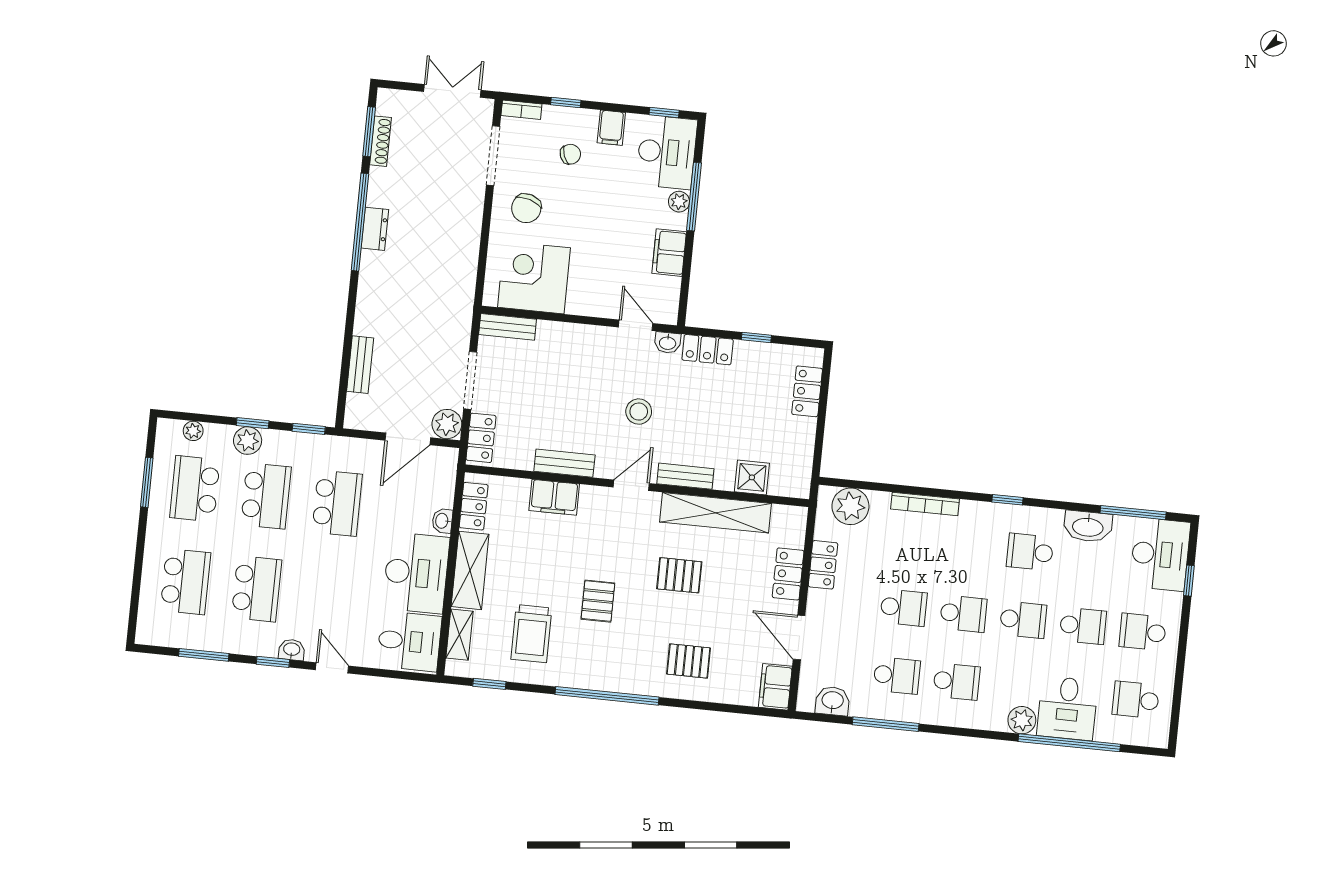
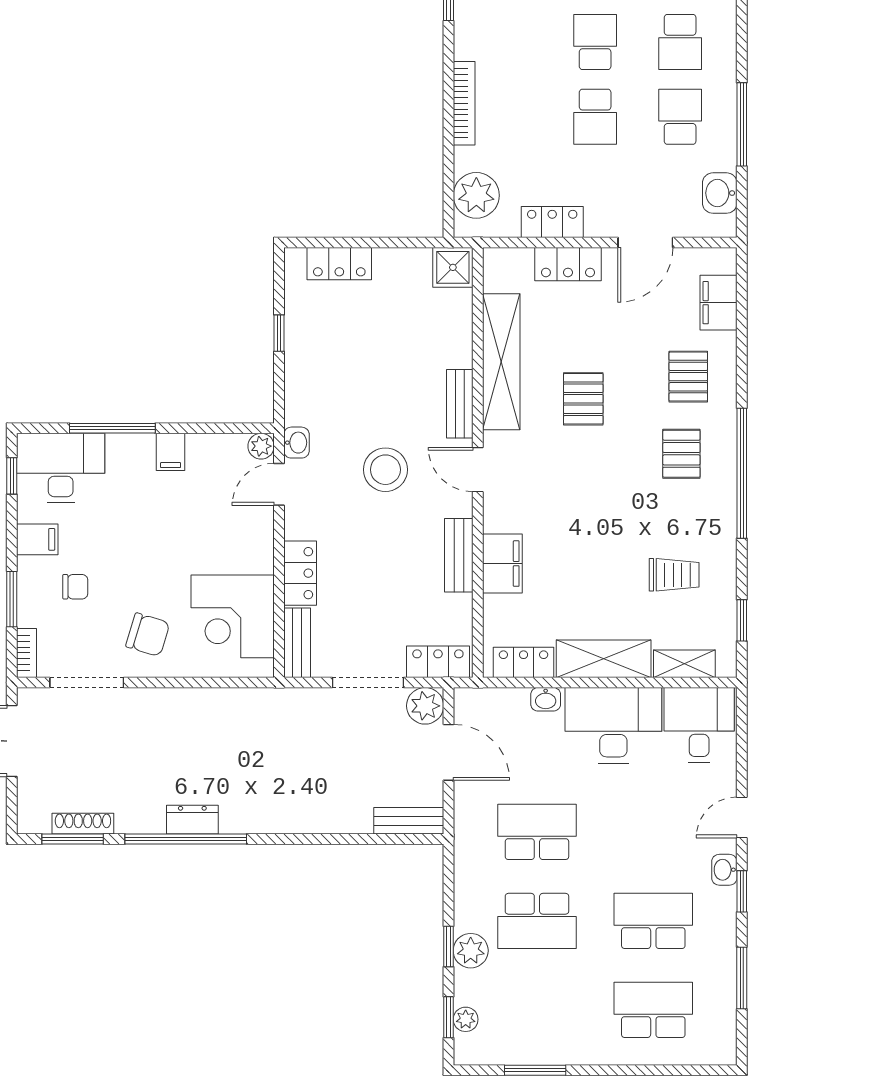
window: (566, 102) -> (12, 599), width x1.50
chair: (570, 154) -> (75, 587), turned 111
plant: (679, 202) -> (261, 446), moved
filing cabinet: (669, 253) -> (171, 452), width x0.50
locker: (708, 350) -> (300, 573), moved
bench: (360, 365) -> (409, 821), moved
stool: (639, 412) -> (385, 470), width x1.38, depth x1.38
window: (309, 429) -> (448, 1017), moved
shower: (752, 477) -> (453, 267), moved
school desk: (195, 489) -> (537, 1010), removed
school desk: (266, 496) -> (537, 921), turned 180
pallet: (598, 601) -> (681, 454), moved, turned 90
school desk: (904, 608) -> (595, 117), turned 180
trolley: (531, 634) -> (674, 575), width x0.73, depth x0.72
school desk: (956, 682) -> (680, 42), turned 180
filing cabinet: (775, 687) -> (719, 303), moved, turned 90

